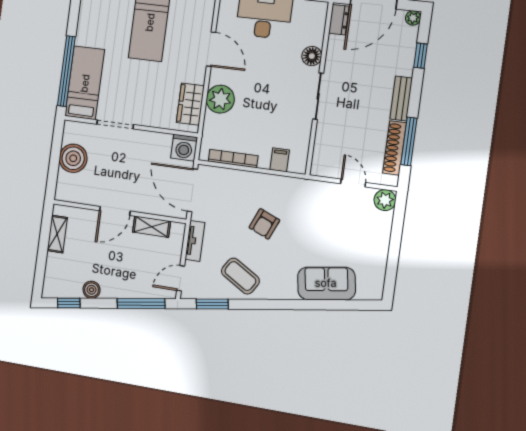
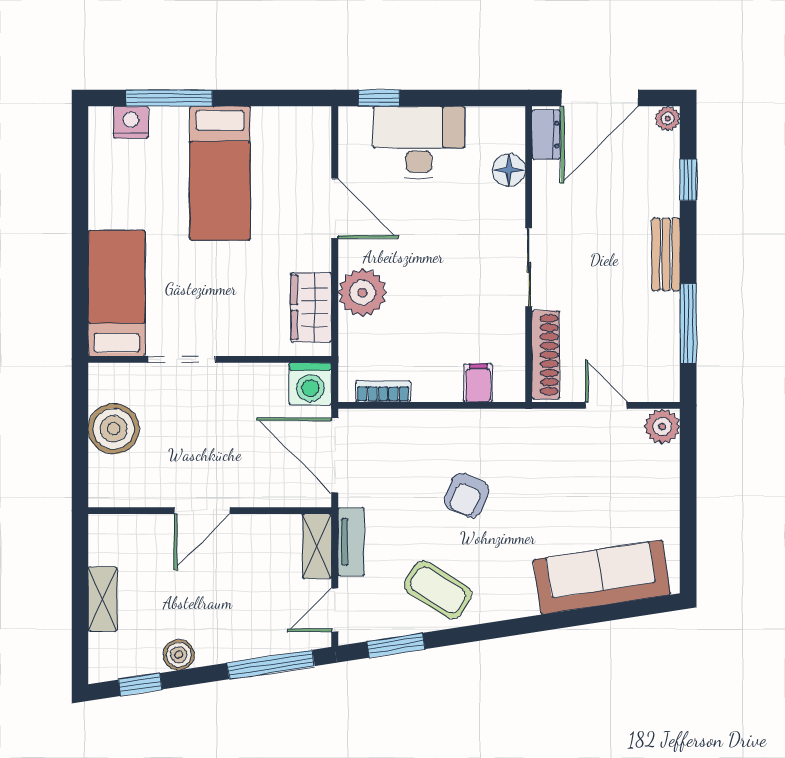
floor lamp: (312, 56) -> (509, 170), moved
window: (66, 71) -> (80, 277), removed
shoe rack: (395, 148) -> (546, 355), moved, turned 180
bookcase: (233, 159) -> (383, 391), width x0.64
shelving: (152, 227) -> (317, 546), moved, turned 90
shelving: (57, 234) -> (103, 599), moved
sofa: (326, 283) -> (602, 577), width x1.36

